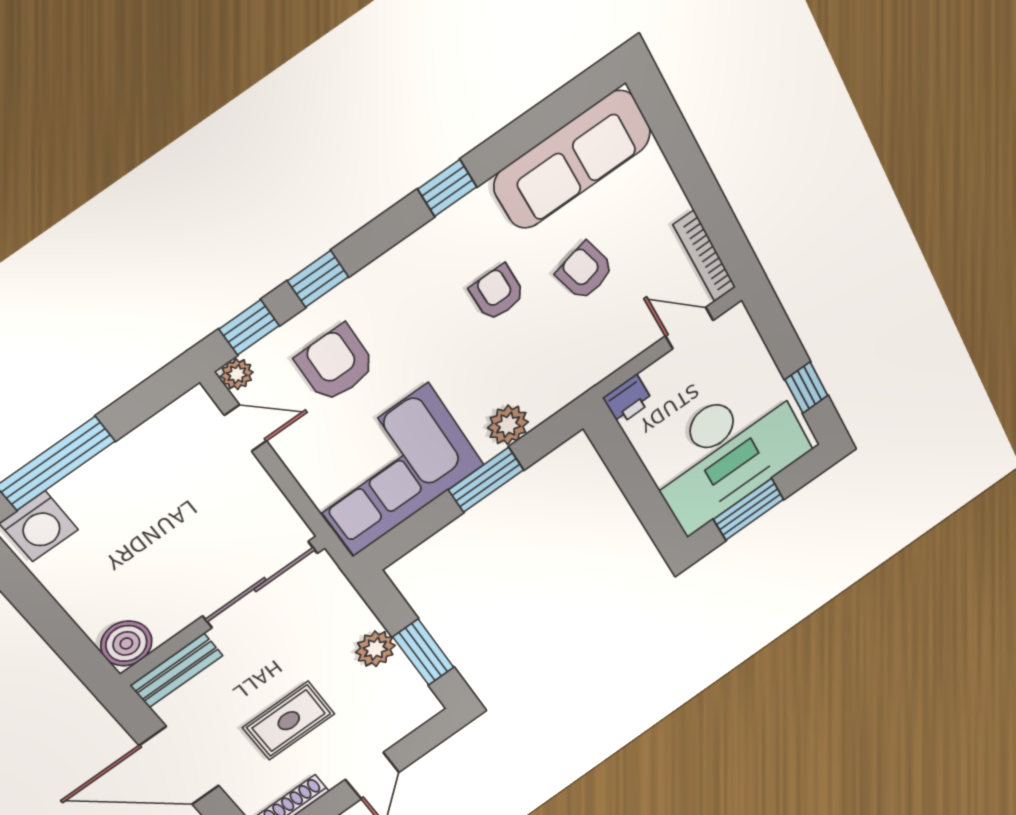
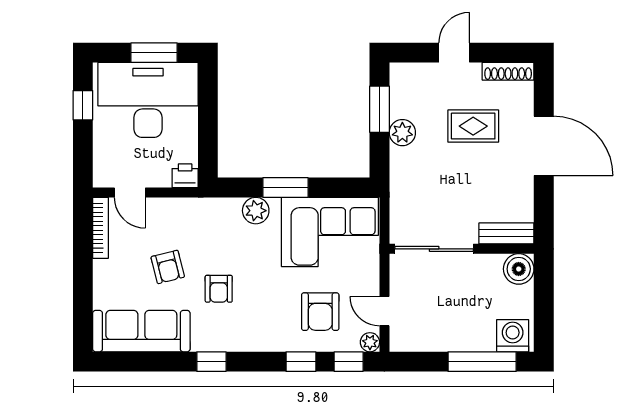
sliding door: (260, 585) -> (434, 249), moved
wall: (223, 611) -> (462, 249), moved
boiler: (126, 643) -> (519, 269), moved
bench: (176, 670) -> (506, 233), moved

